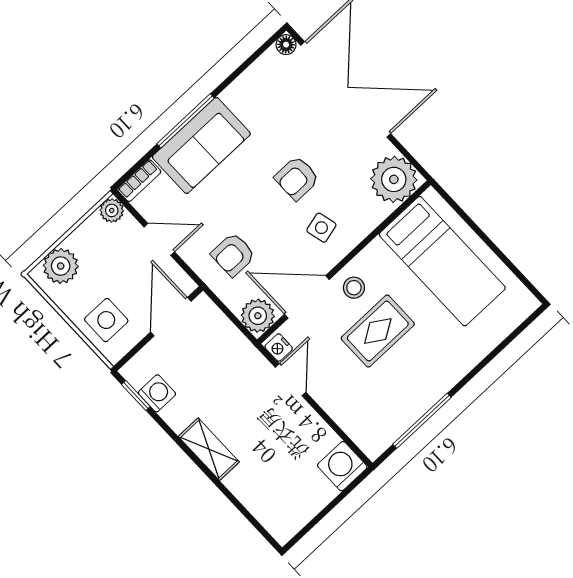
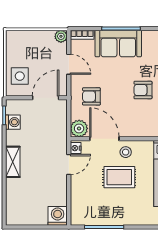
side table: (321, 228) -> (135, 118), removed
plant: (61, 266) -> (22, 39), removed

